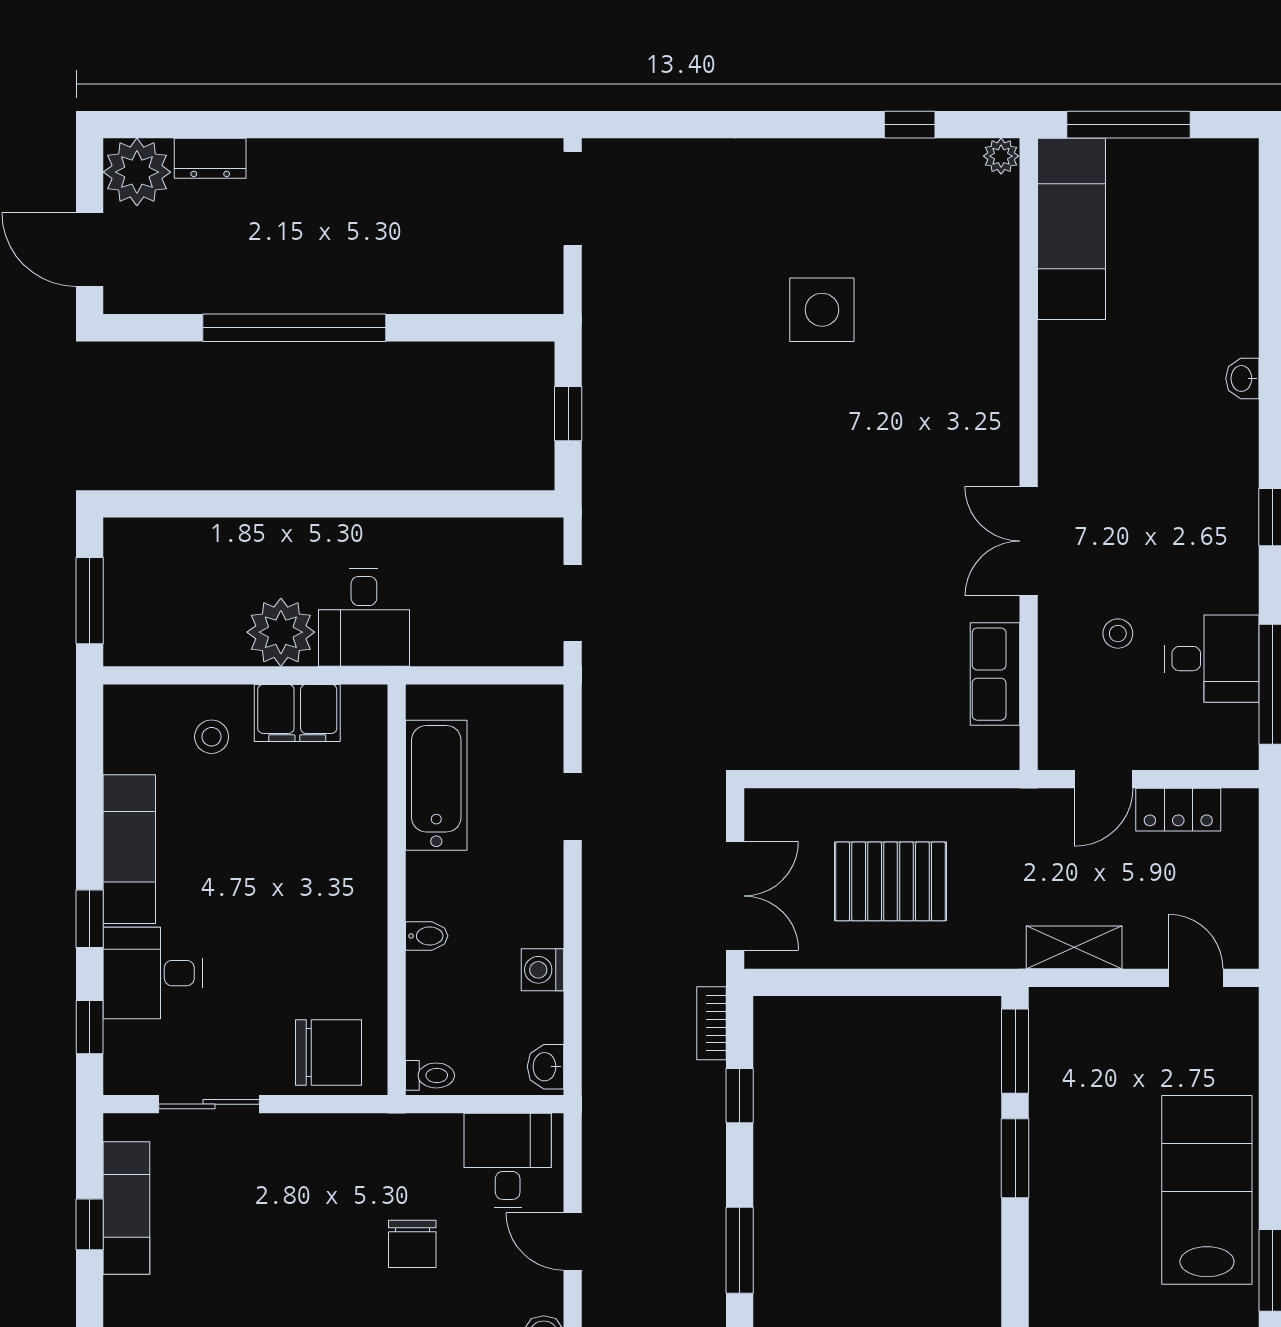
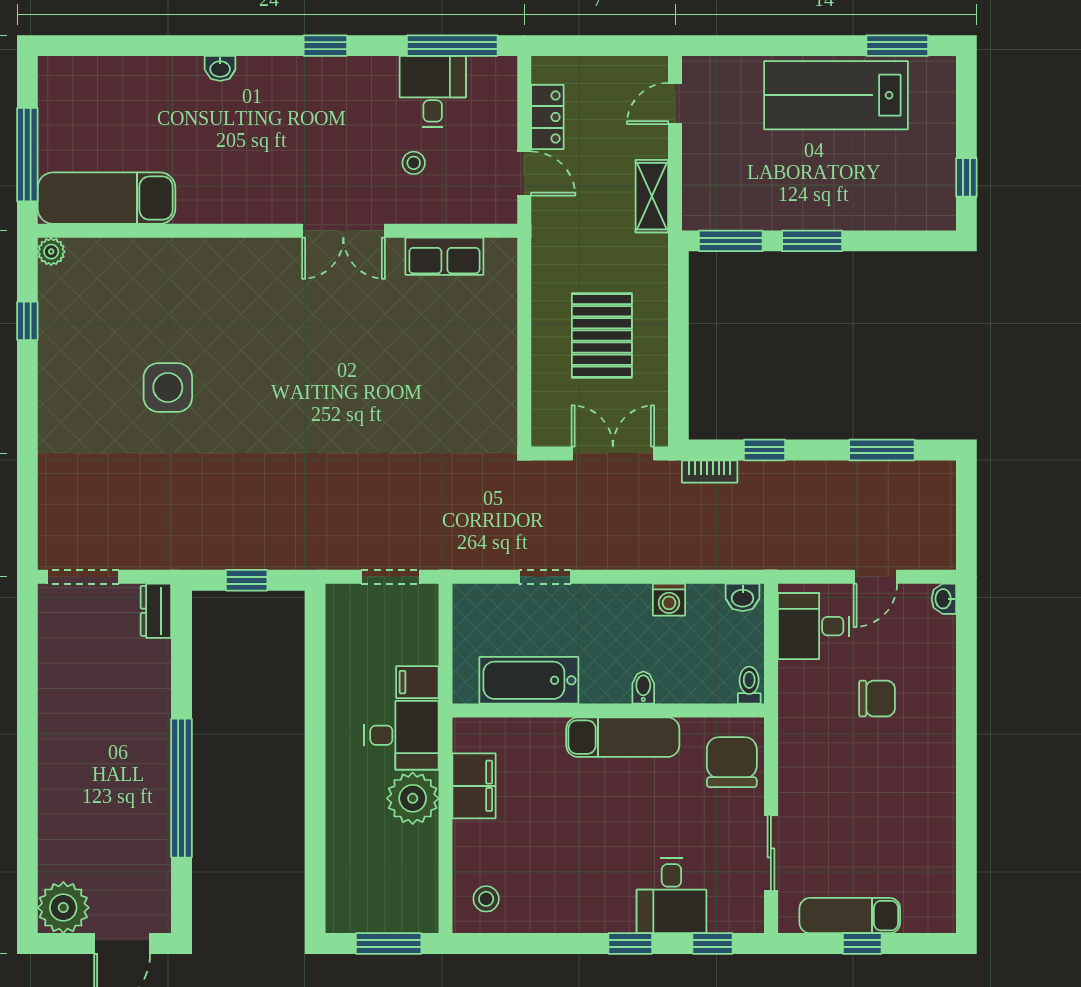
dresser: (210, 158) -> (156, 611), moved, turned 180
filing cabinet: (434, 638) -> (417, 682), added
stool: (212, 737) -> (486, 899), moved
exam couch: (129, 849) -> (623, 737), moved, turned 180

